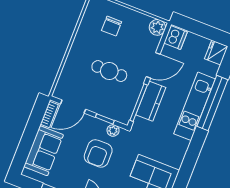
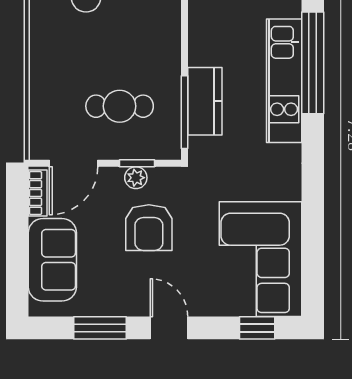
door: (153, 65) -> (185, 38), removed
cafe table: (109, 71) -> (120, 106), moved
plant: (113, 130) -> (136, 178), moved

